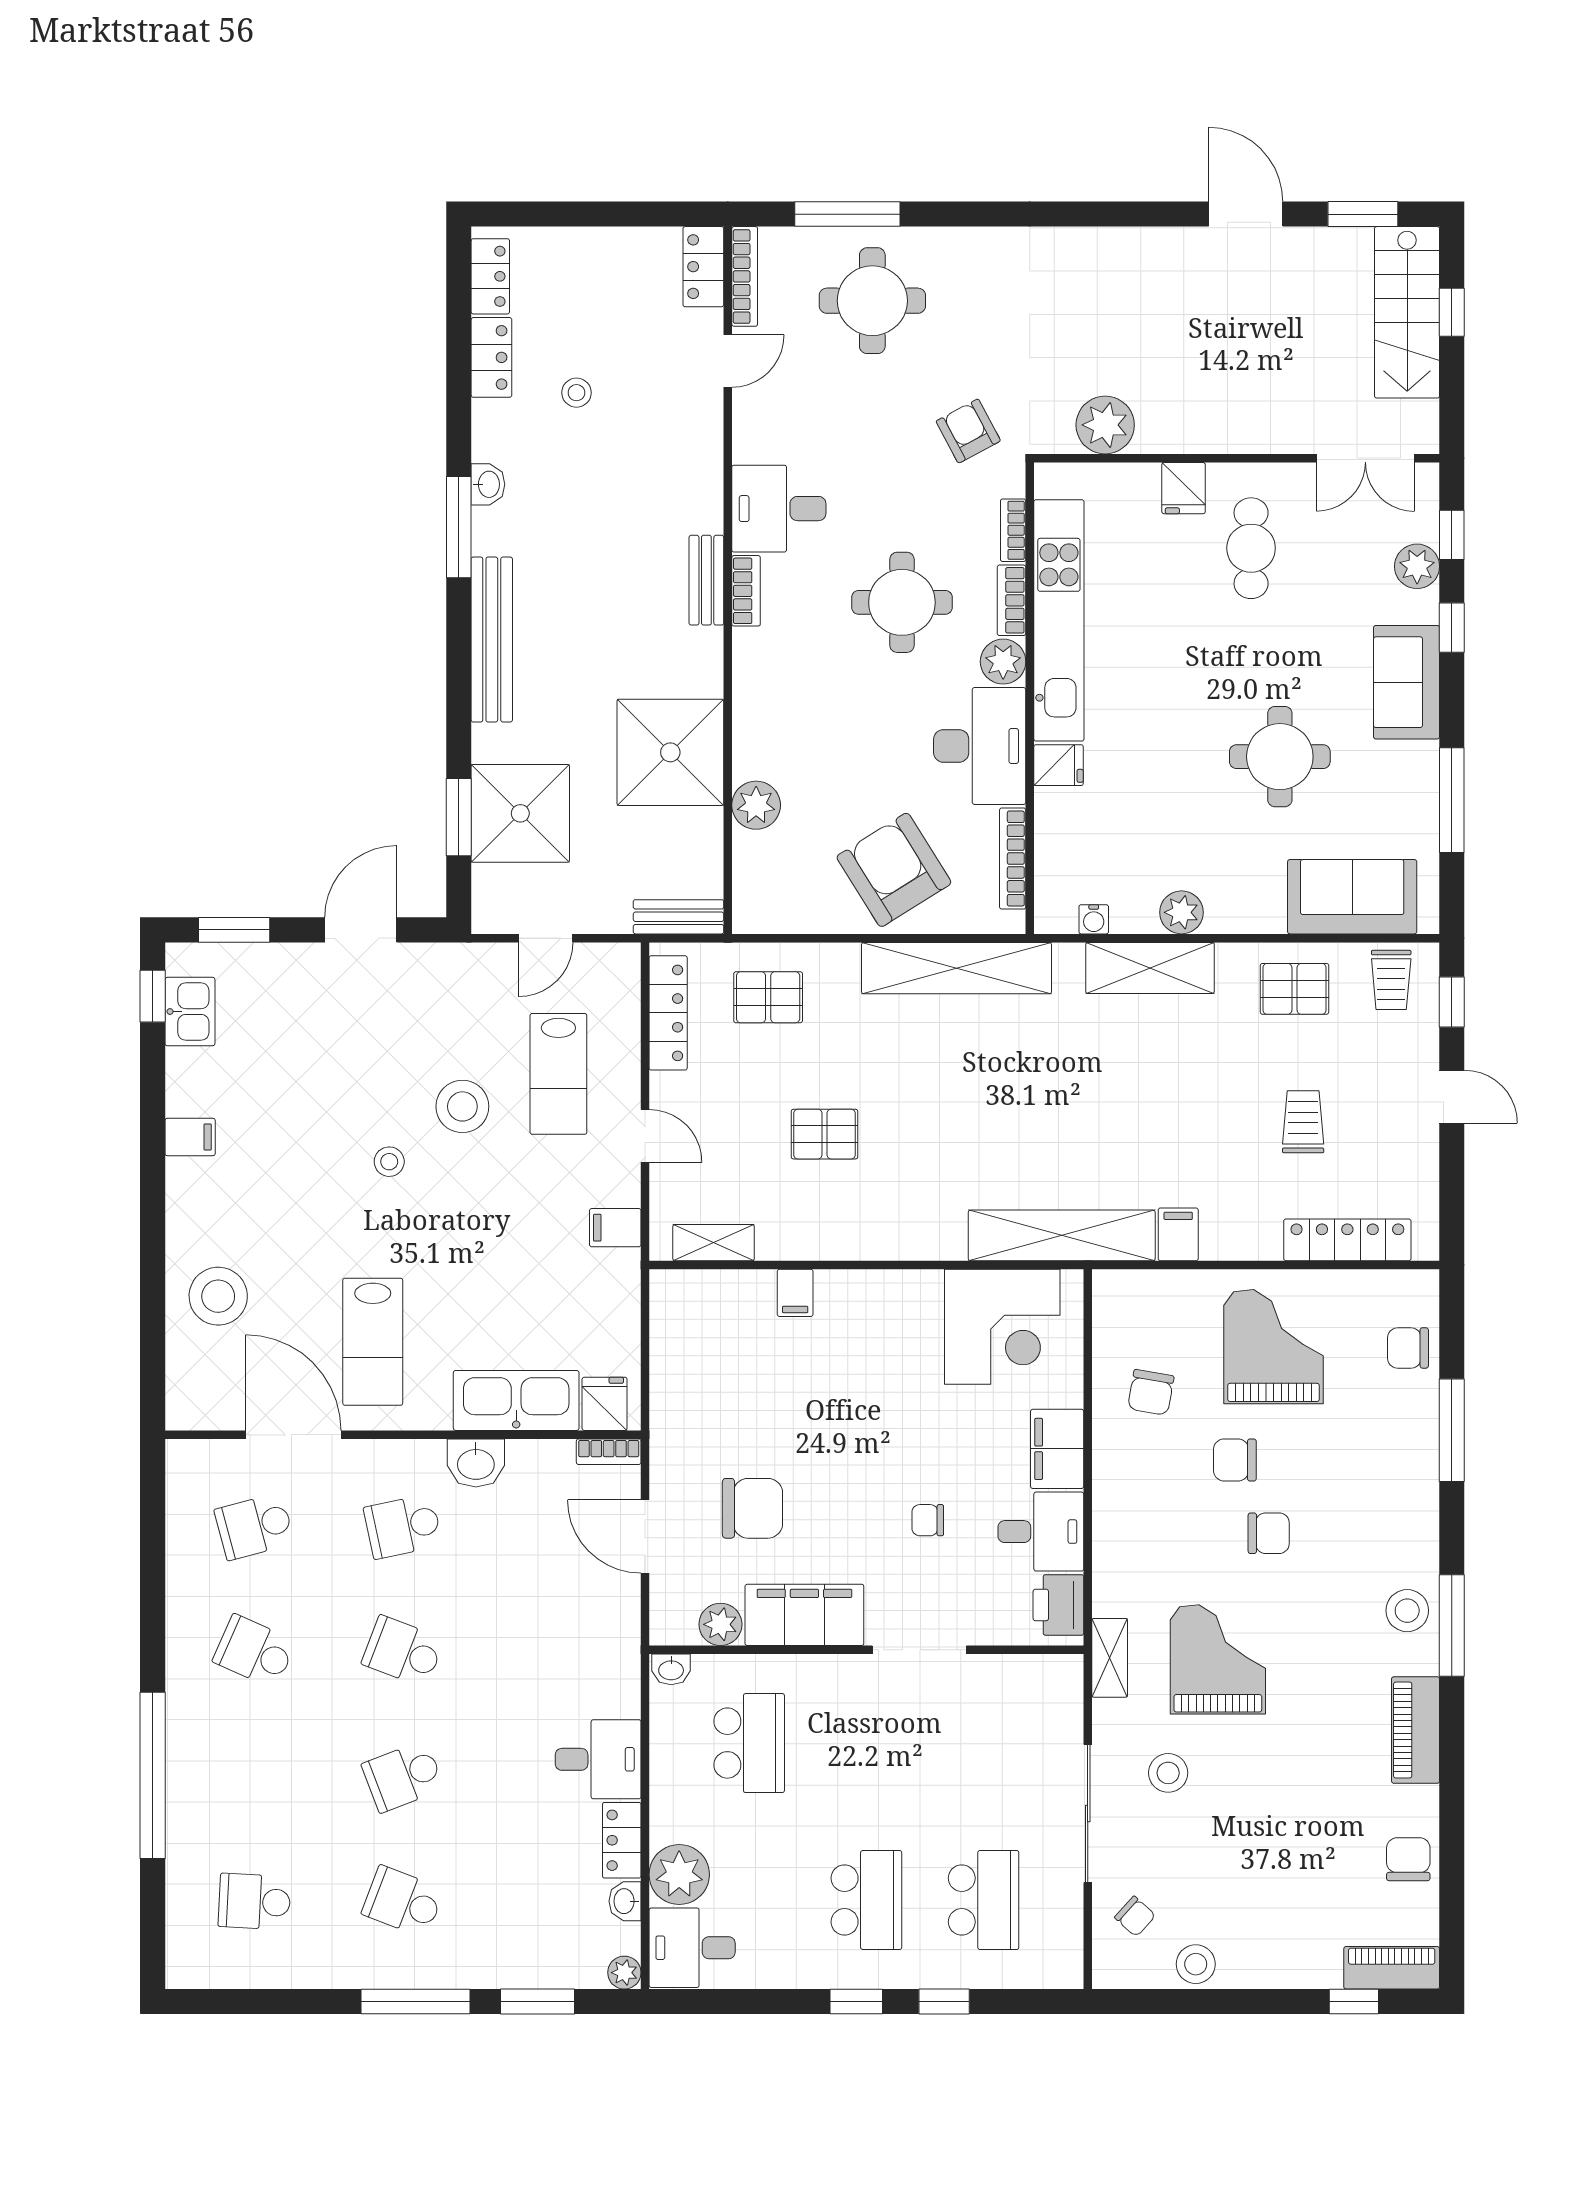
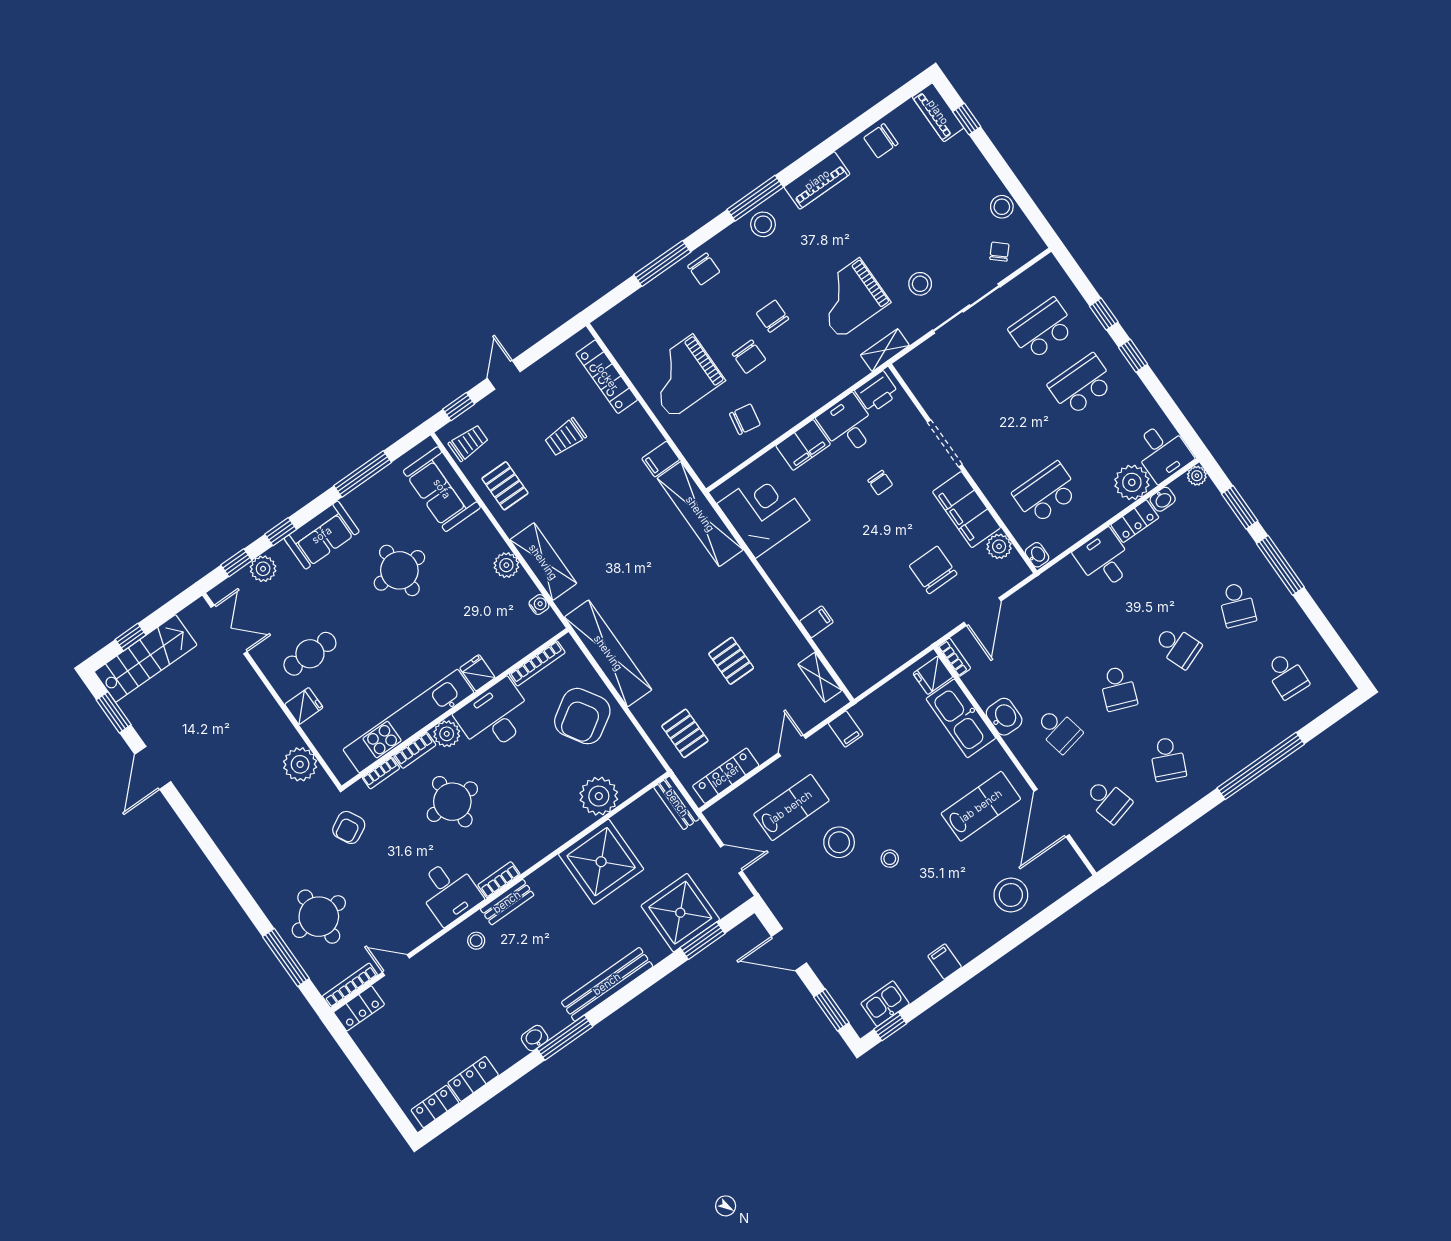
stool: (576, 393) -> (476, 941), moved
plant: (756, 805) -> (599, 796), width x1.36, depth x1.36
chair: (1408, 1348) -> (704, 269), moved

